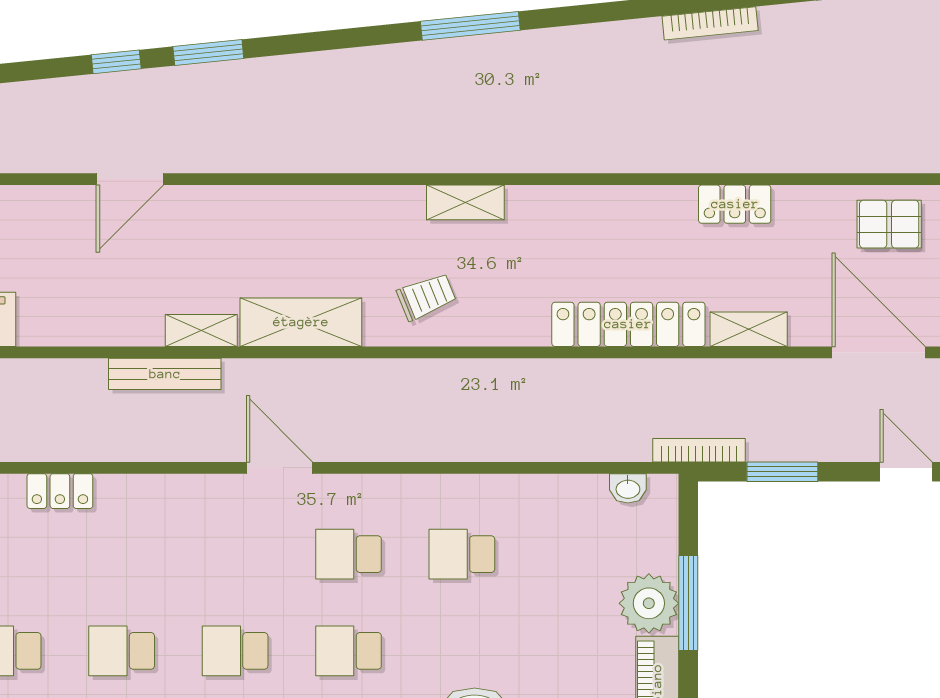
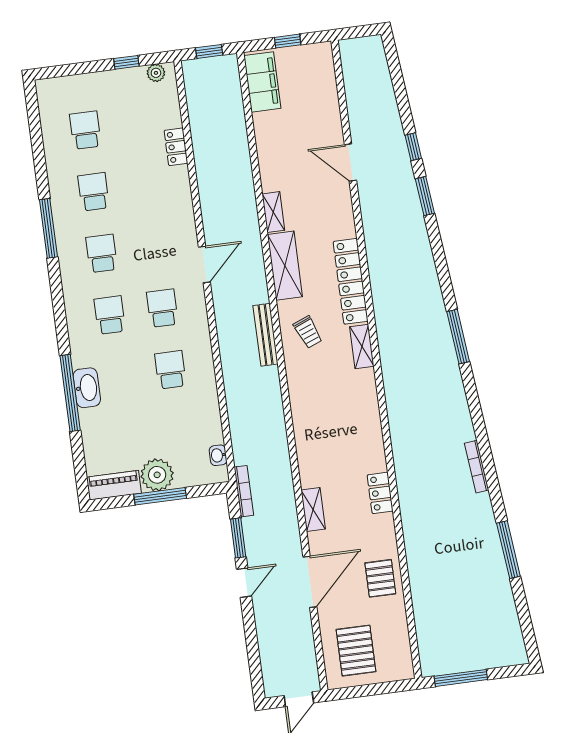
locker: (628, 324) -> (351, 281), moved, turned 180
bench: (165, 374) -> (266, 335), moved
door: (906, 472) -> (244, 583), moved

